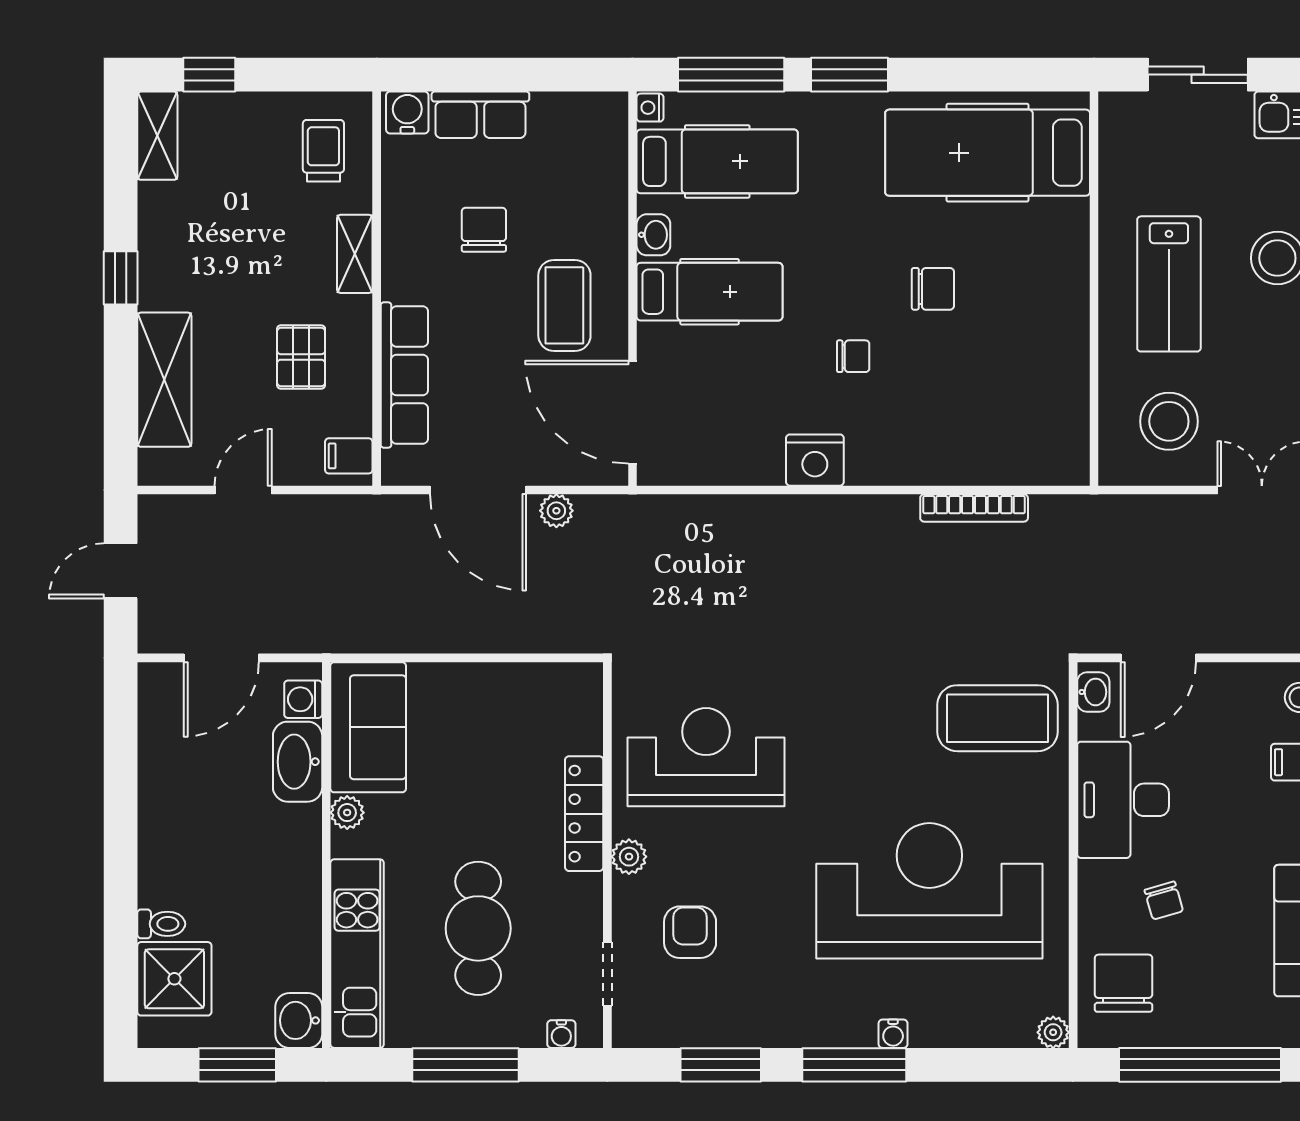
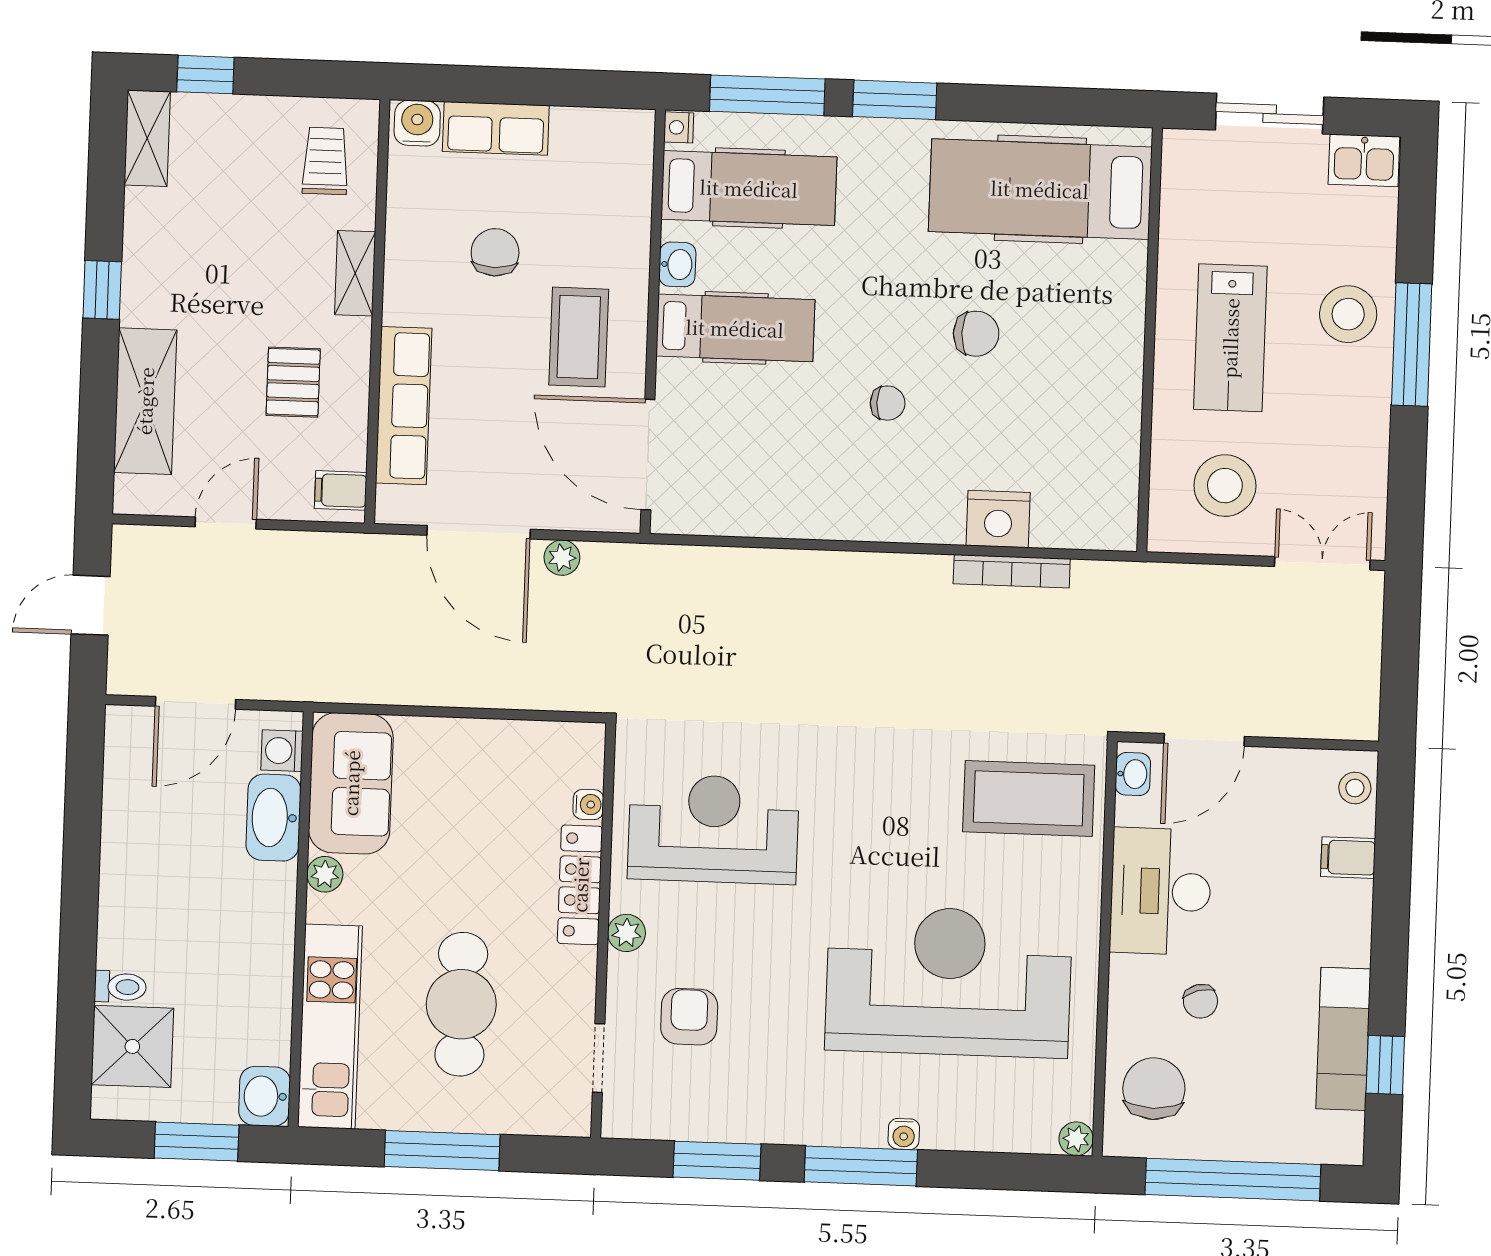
nightstand: (815, 460) -> (998, 519), moved
water cooler: (561, 1034) -> (588, 804), moved, turned -90

